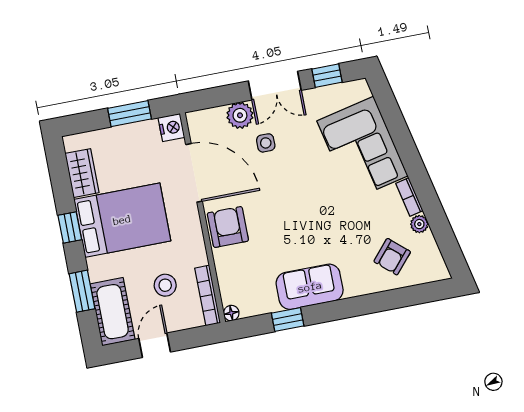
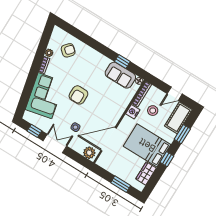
window: (130, 114) -> (121, 184), moved
plant: (240, 115) -> (89, 153), moved
nightstand: (171, 128) -> (133, 112), moved
door: (194, 173) -> (109, 139), hinge flipped
armchair: (228, 227) -> (78, 95), moved
sofa: (310, 287) -> (120, 75), moved

